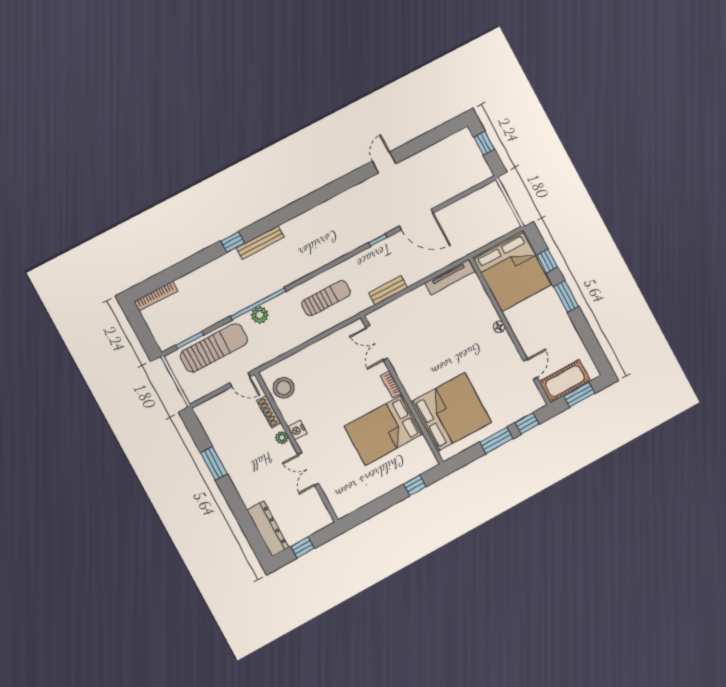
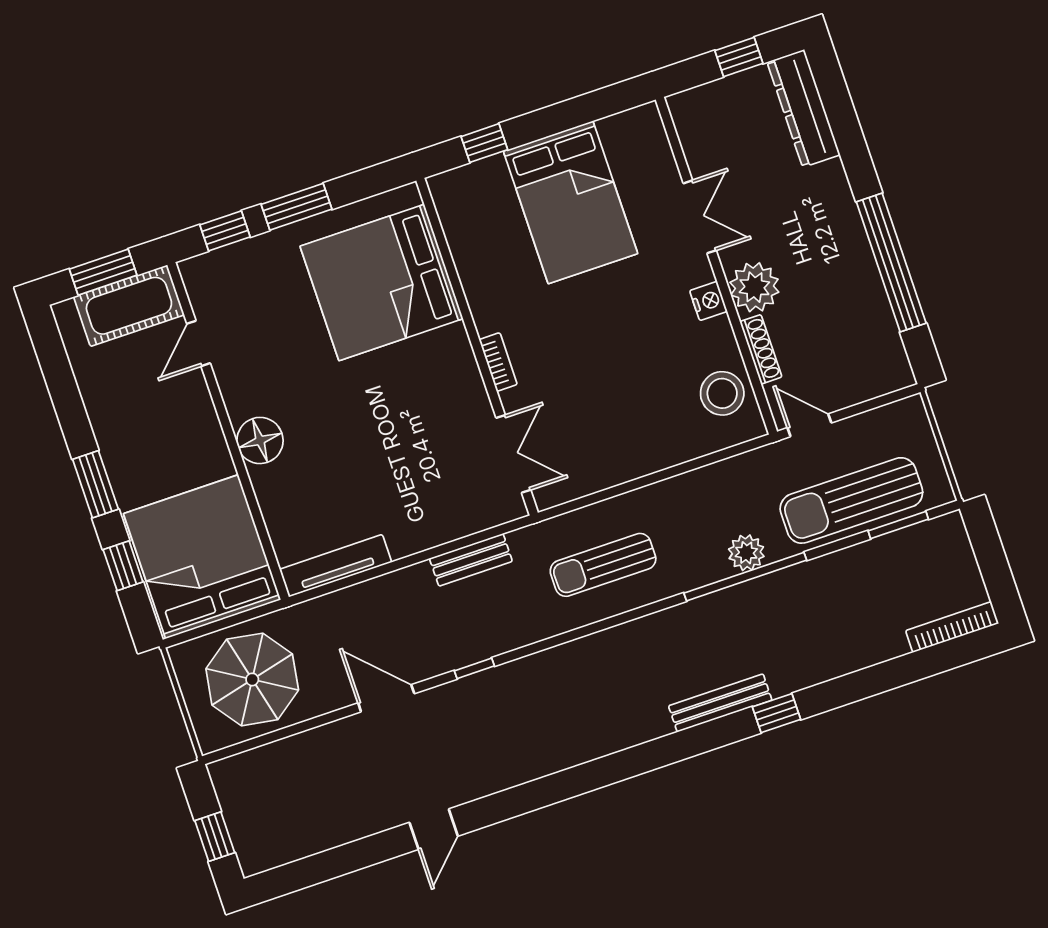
parasol: (479, 218) -> (252, 679), added
door: (416, 220) -> (386, 698), width x0.73
floor lamp: (499, 327) -> (260, 440), width x1.89, depth x1.89
bed: (384, 430) -> (570, 202), moved, turned 90
plant: (282, 438) -> (754, 287), width x1.87, depth x1.87
window: (214, 463) -> (891, 263), width x2.11

